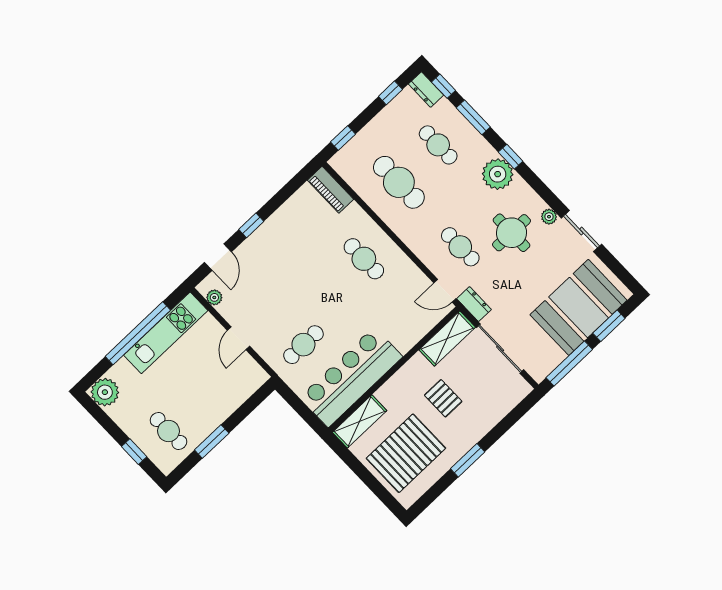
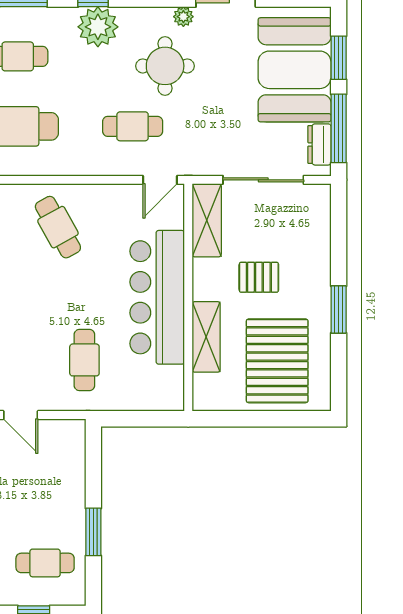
cafe table: (364, 259) -> (58, 227), turned 61
dresser: (474, 304) -> (319, 144), moved, turned -90
bar counter: (351, 377) -> (157, 297), moved
shelving: (360, 421) -> (206, 337), moved

